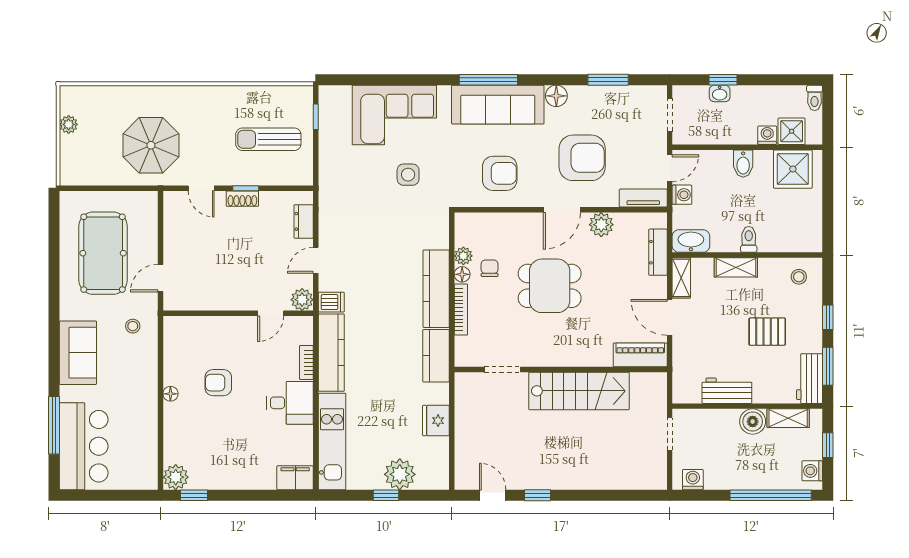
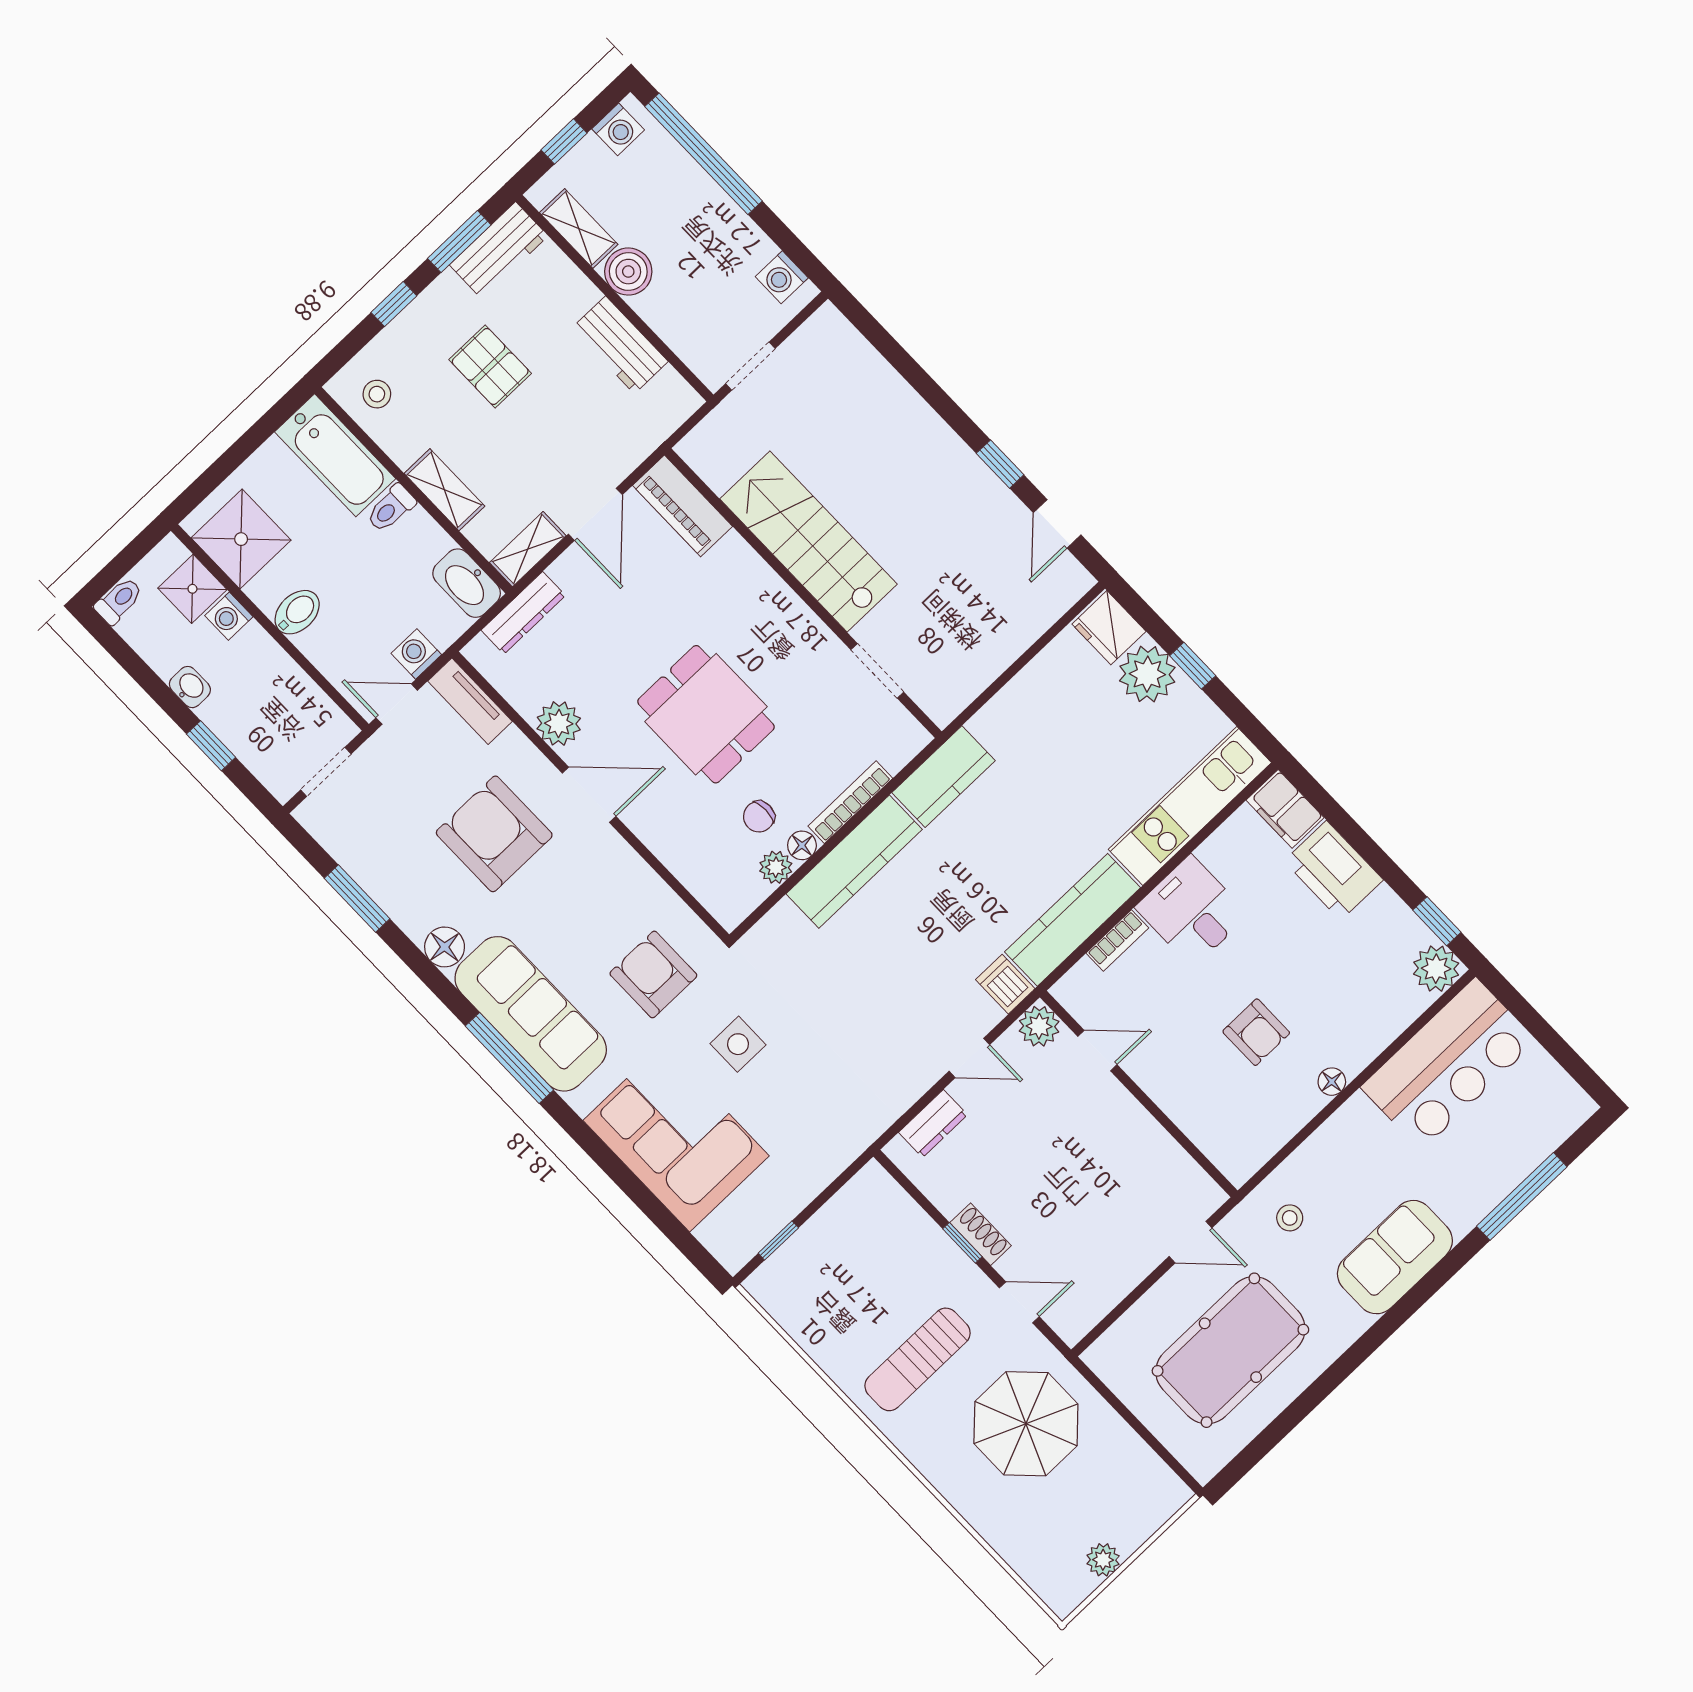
washbasin: (720, 93) -> (190, 687), moved
sun lounger: (268, 139) -> (918, 1359), moved, turned 90
armchair: (500, 173) -> (653, 974), moved
door: (201, 188) -> (1019, 1302), hinge flipped
bathtub: (790, 237) -> (335, 455), added
fridge: (436, 421) -> (1109, 628), moved, turned 90
bar counter: (84, 446) -> (1448, 1064), moved, turned 180
printer: (253, 474) -> (1334, 870), added

